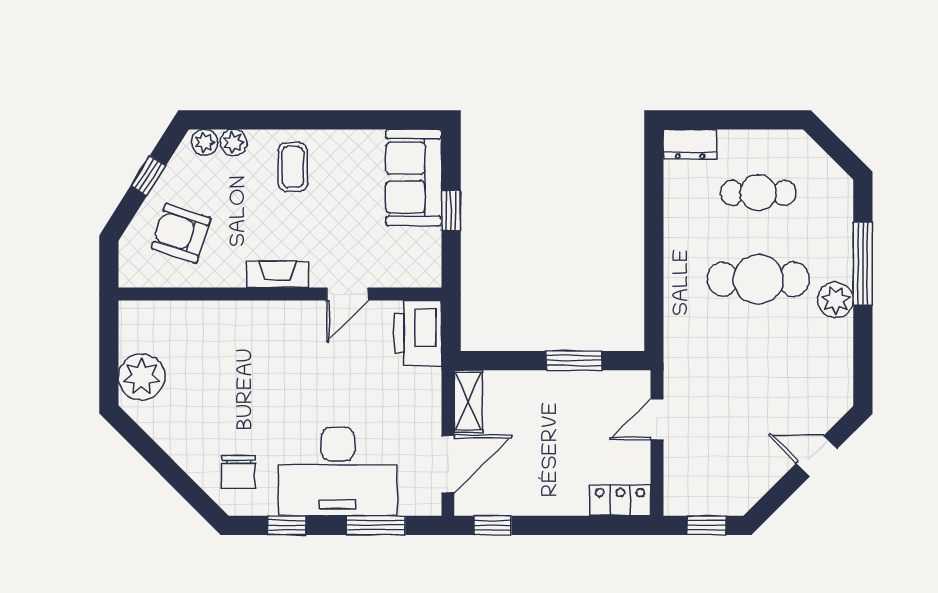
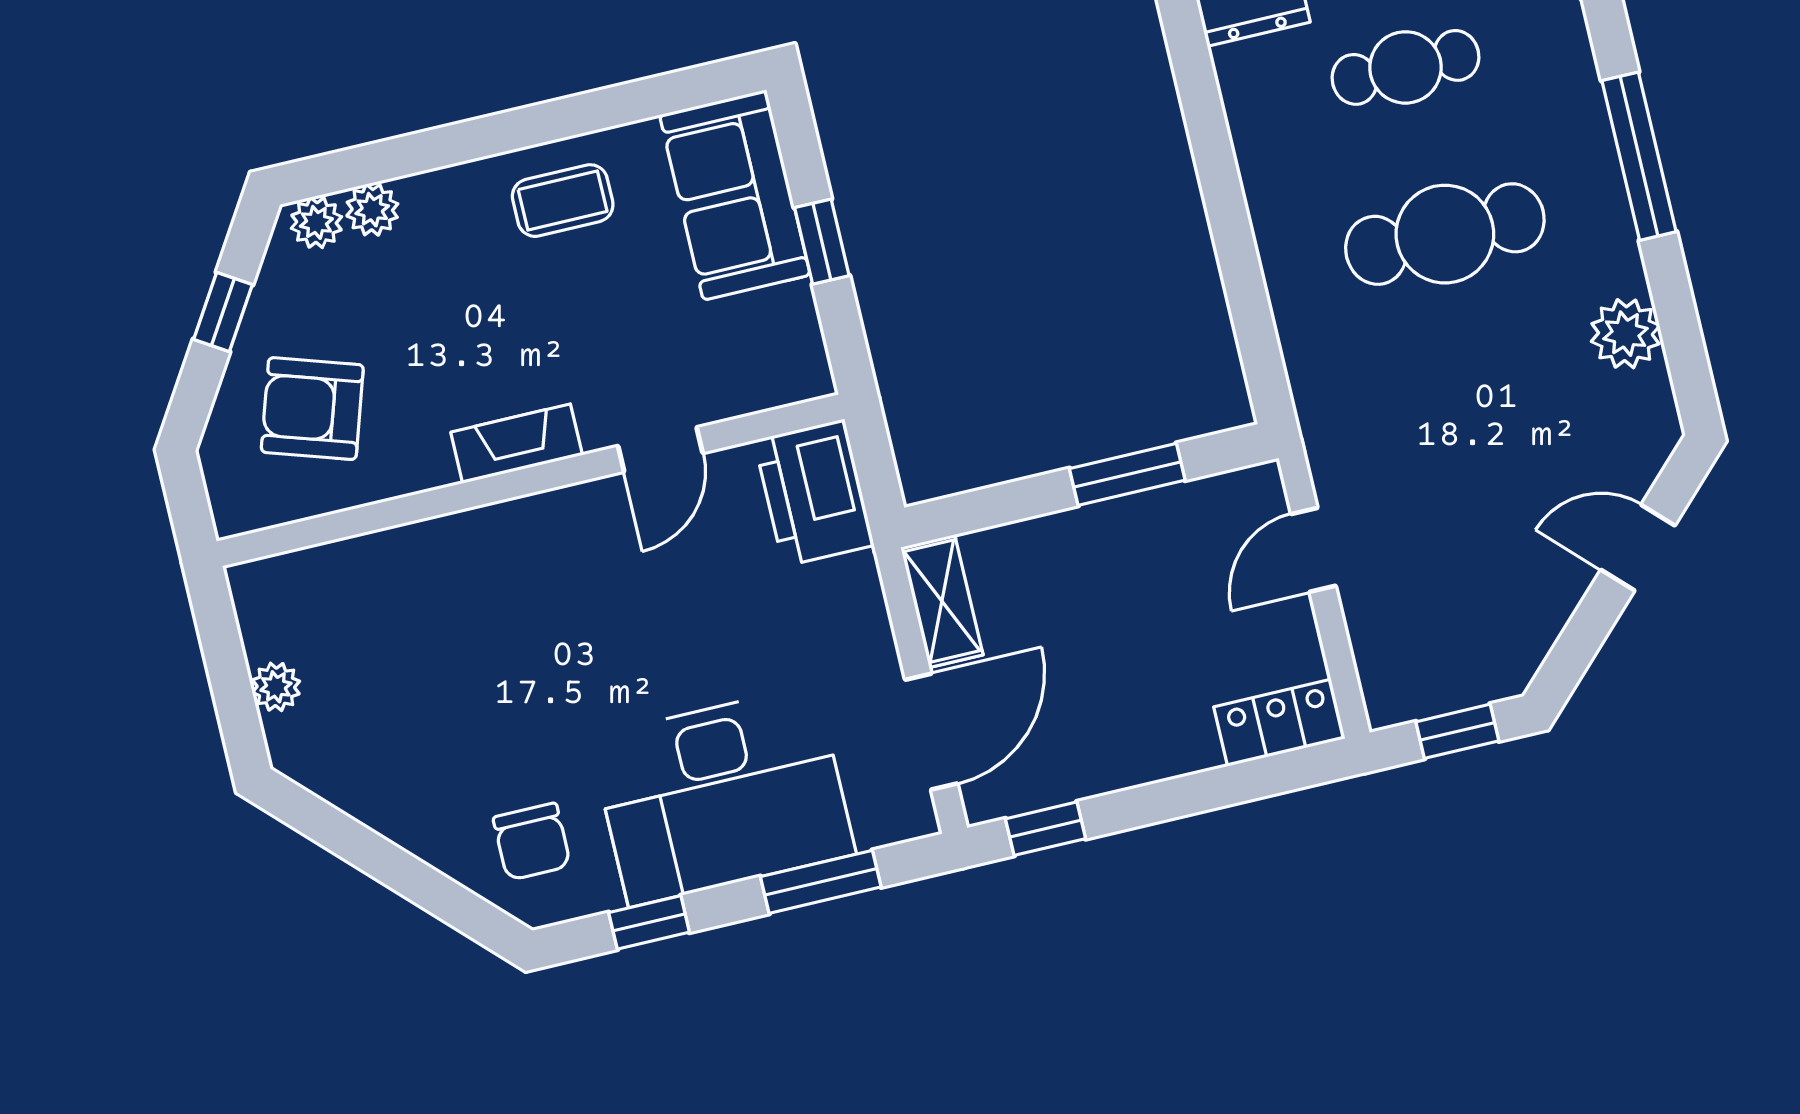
coffee table: (293, 167) -> (563, 201), moved, turned 90
plant: (836, 300) -> (1625, 334), moved
plant: (142, 377) -> (276, 687), width x0.53, depth x0.53

